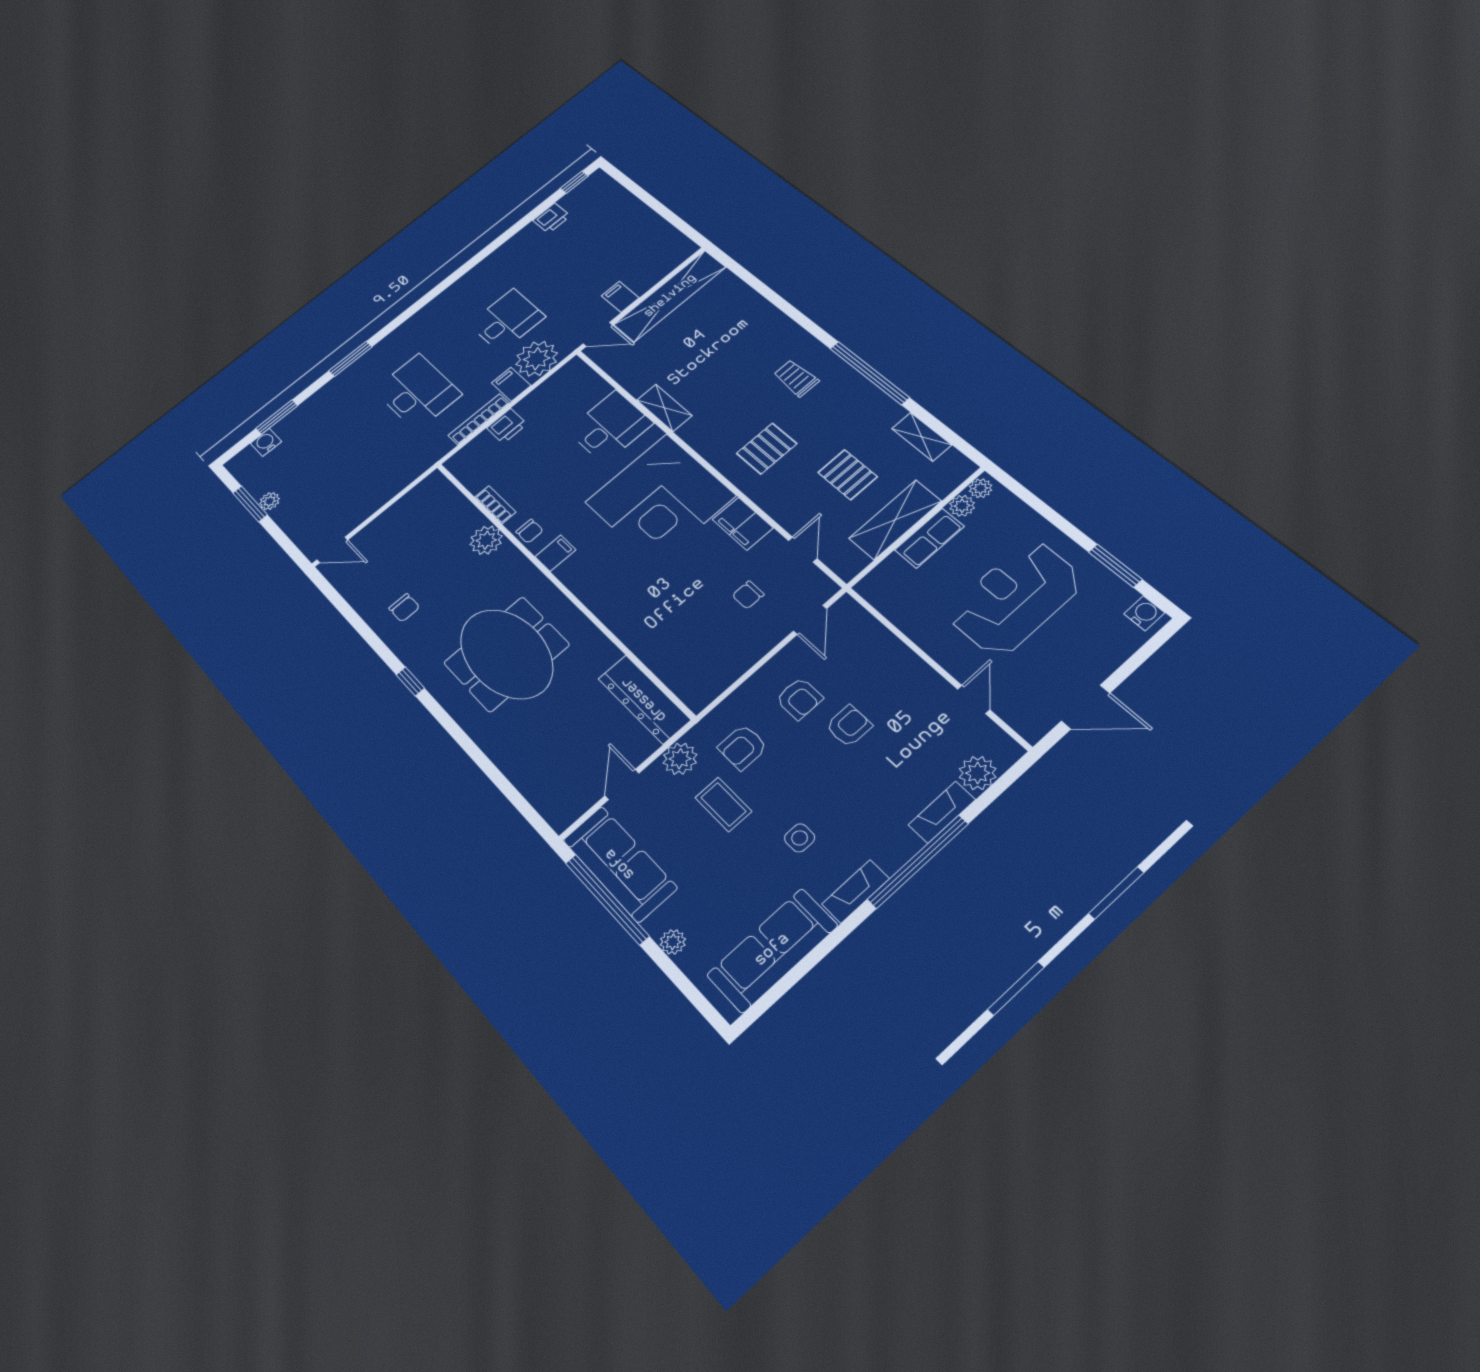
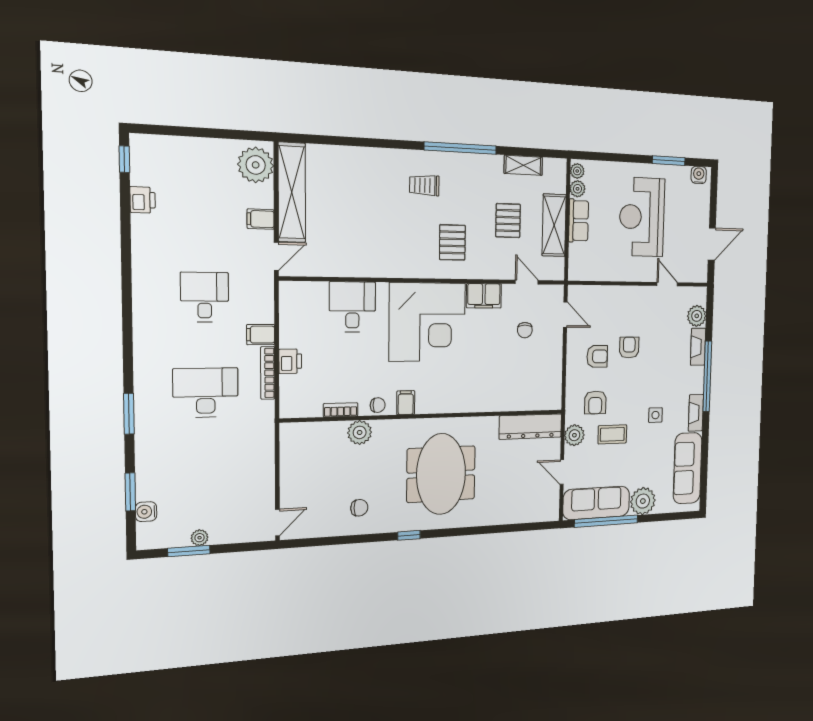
plant: (537, 359) -> (256, 165), moved
shelving: (664, 408) -> (371, 268), removed
pallet: (848, 475) -> (508, 221), turned 90
meeting table: (506, 654) -> (441, 474), turned 90
plant: (673, 942) -> (643, 501), width x1.88, depth x1.88

